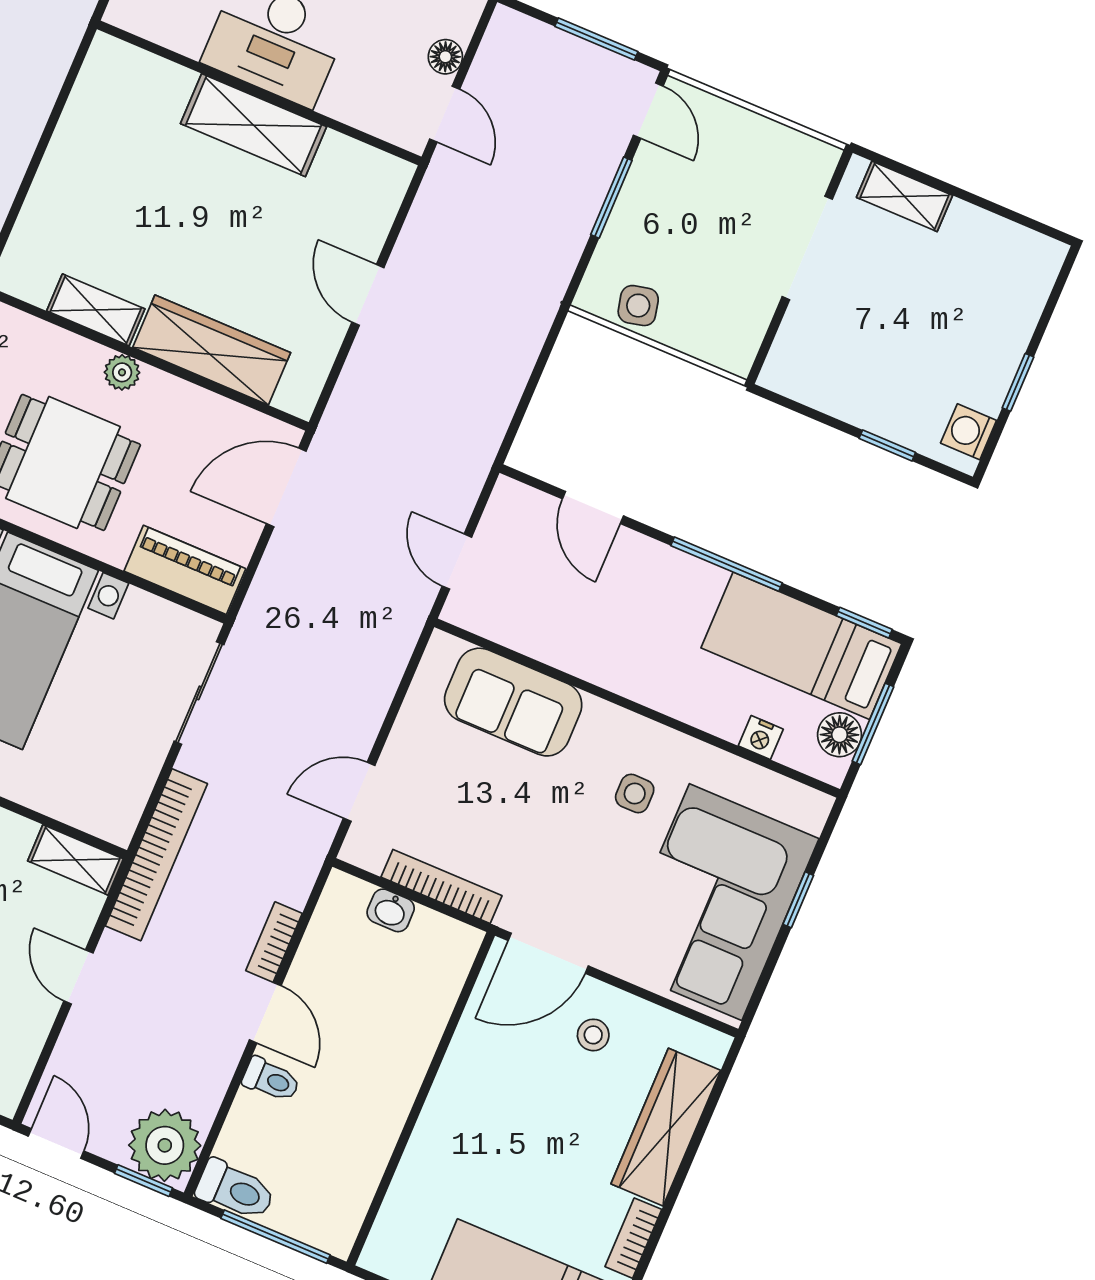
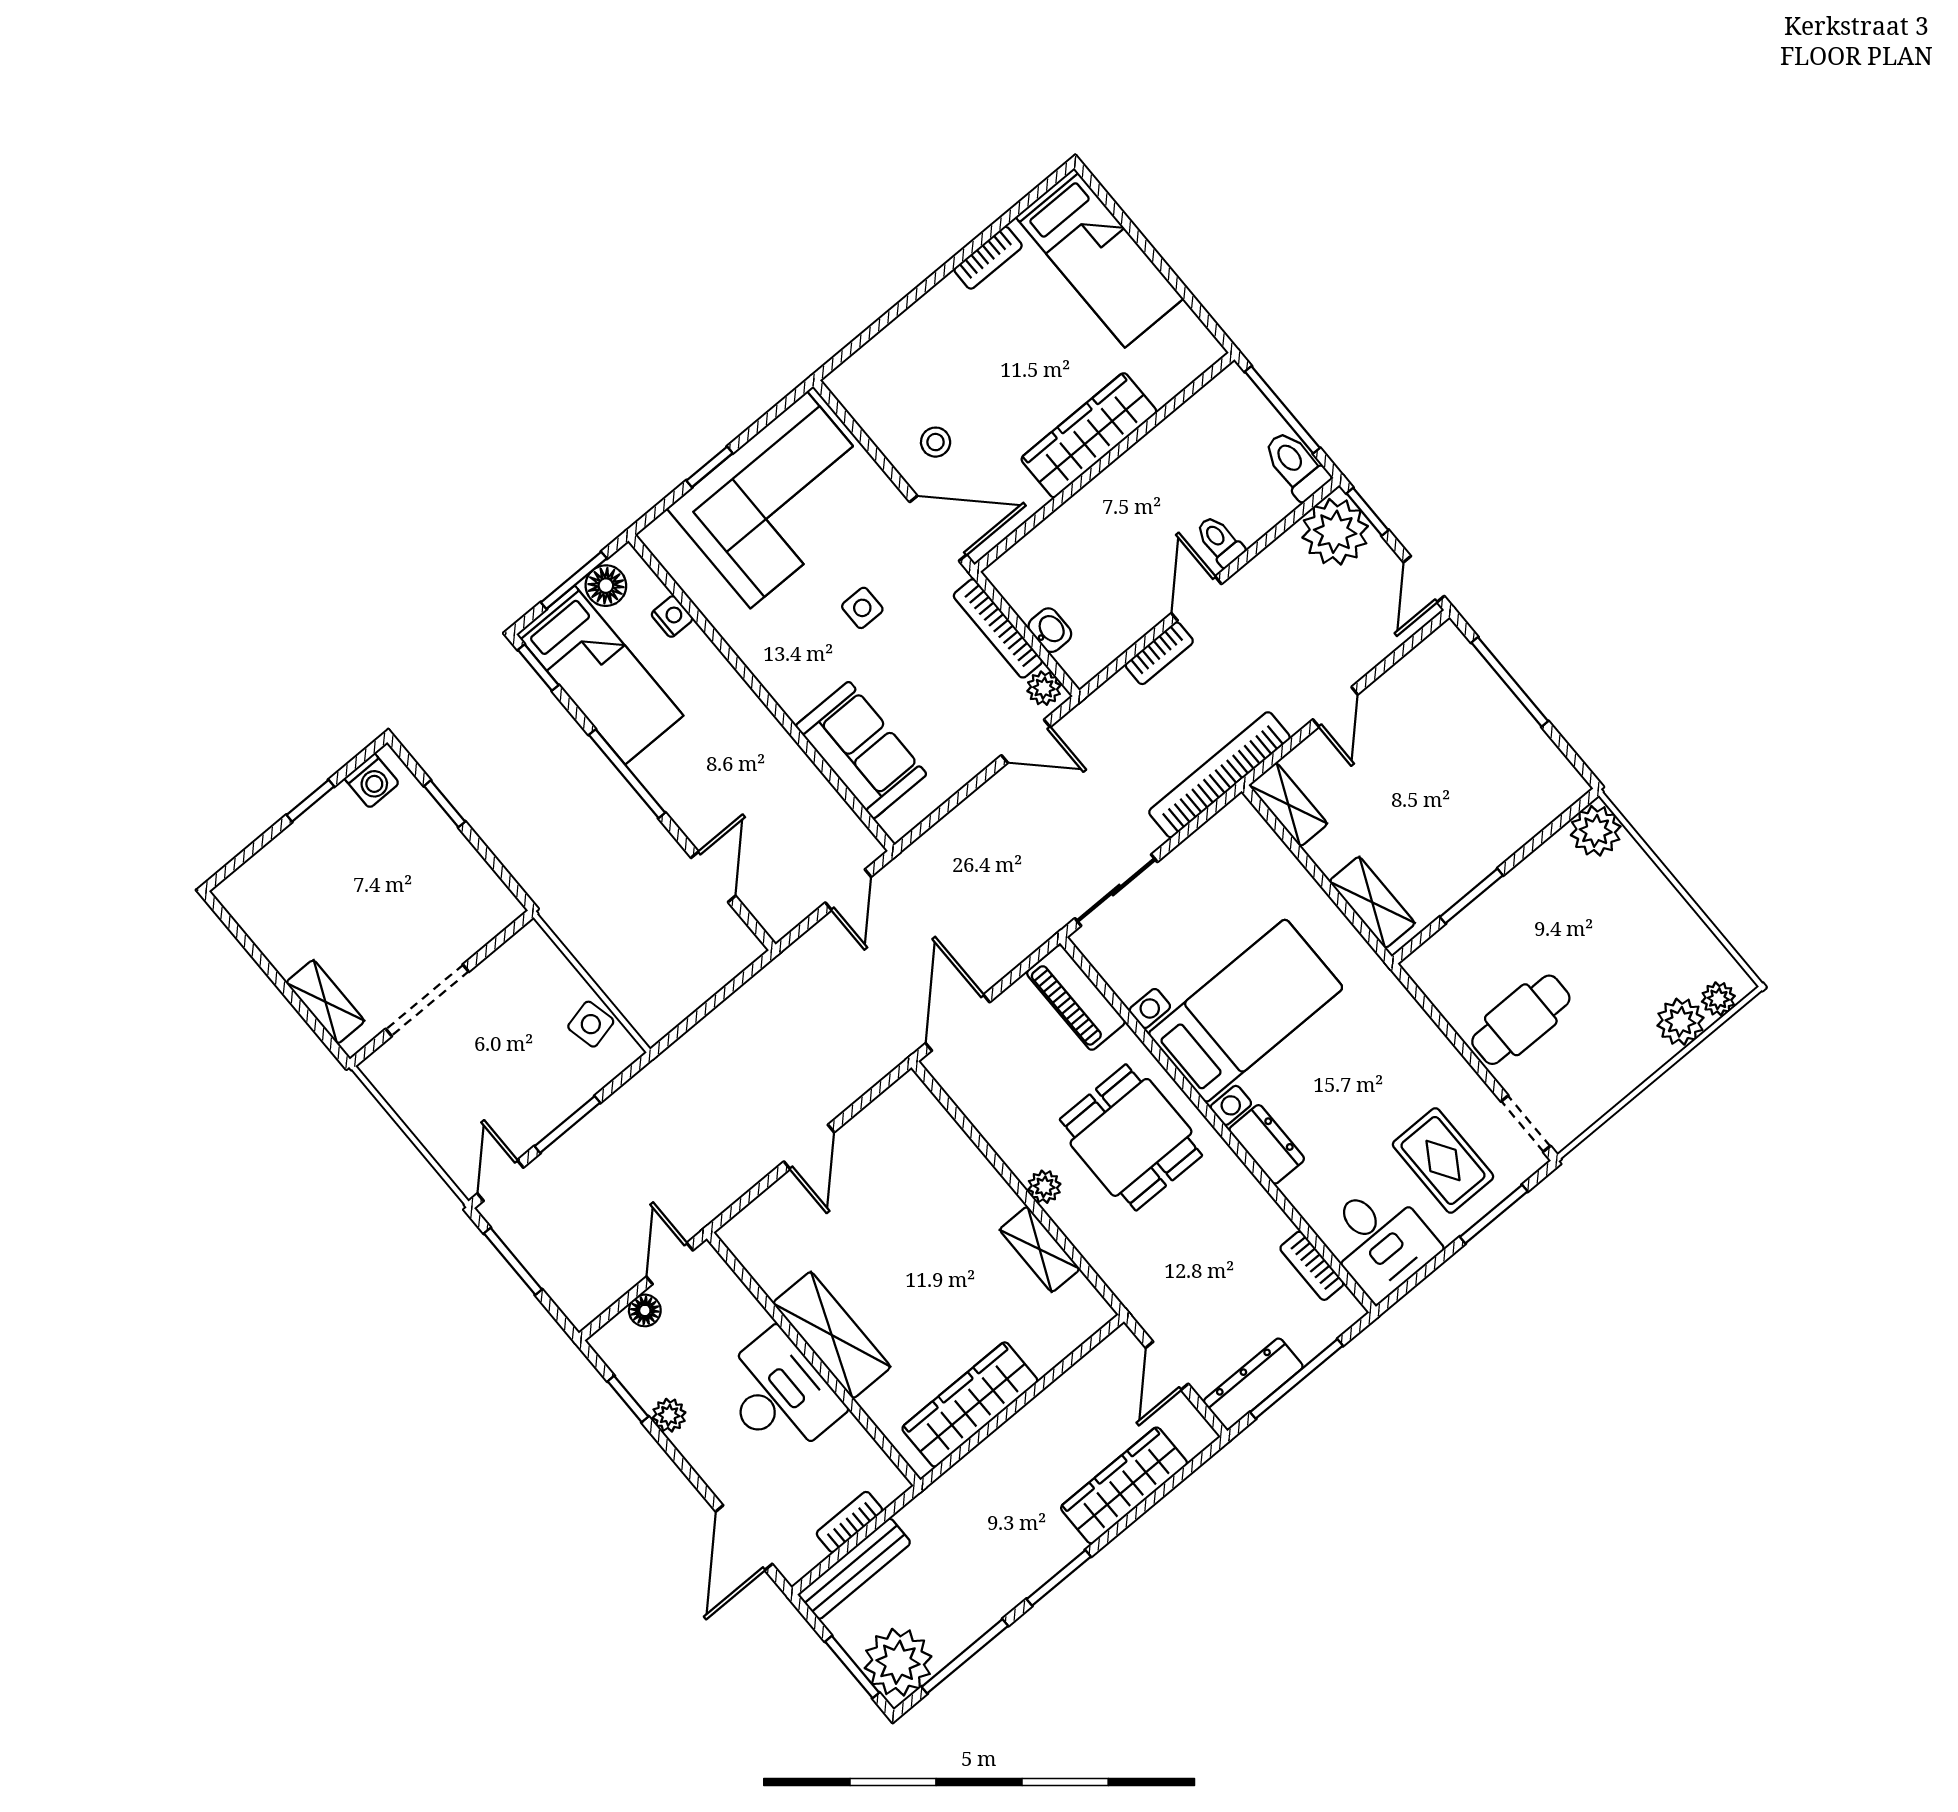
wardrobe: (212, 350) -> (970, 1404), moved, turned 90
door: (286, 487) -> (958, 1023), swing flipped
side table: (635, 794) -> (862, 608), moved
plant: (368, 852) -> (1044, 688), added
wardrobe: (666, 1127) -> (1089, 435), moved, turned 180

